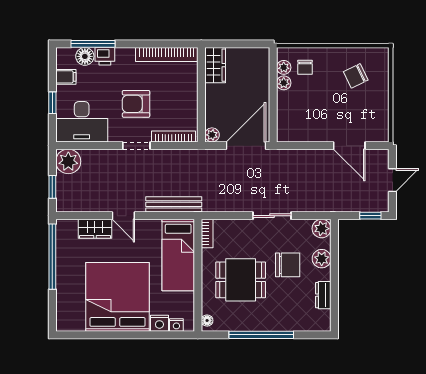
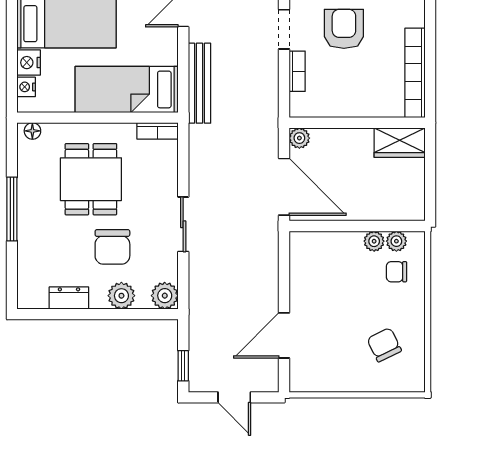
bookcase: (173, 136) -> (297, 71), width x0.64
window: (261, 335) -> (12, 209), width x0.68

